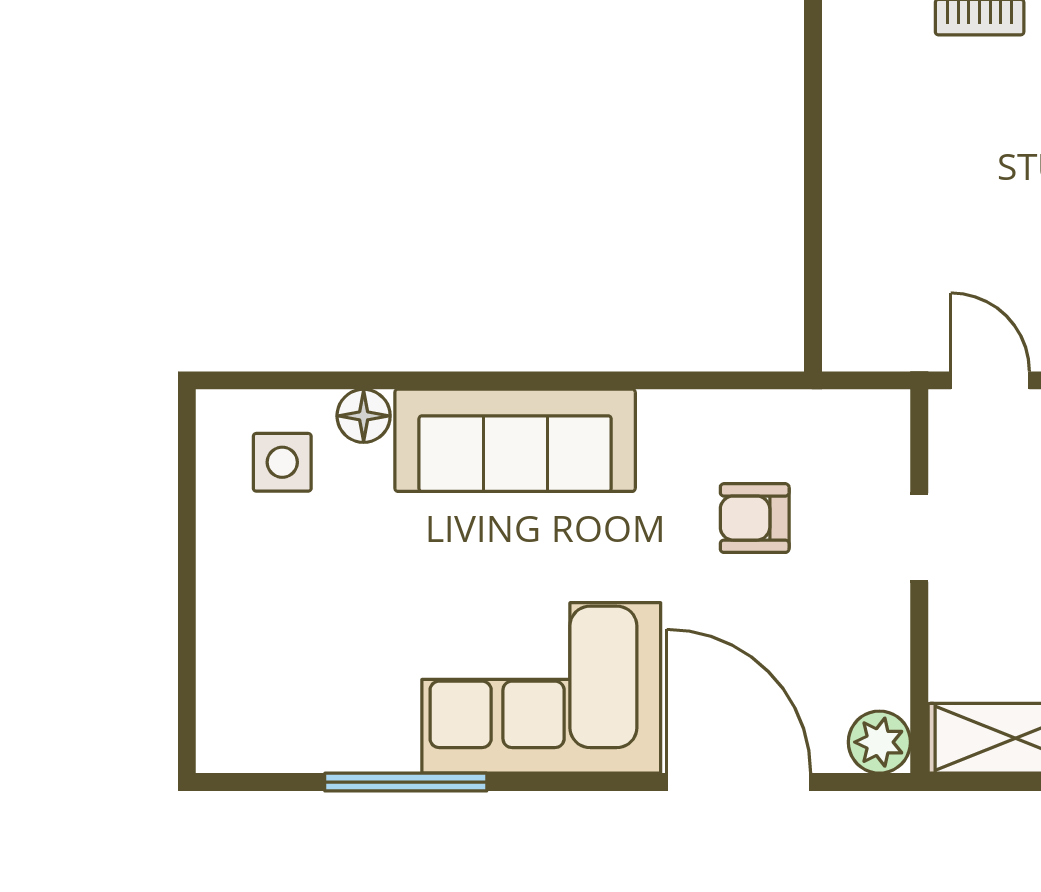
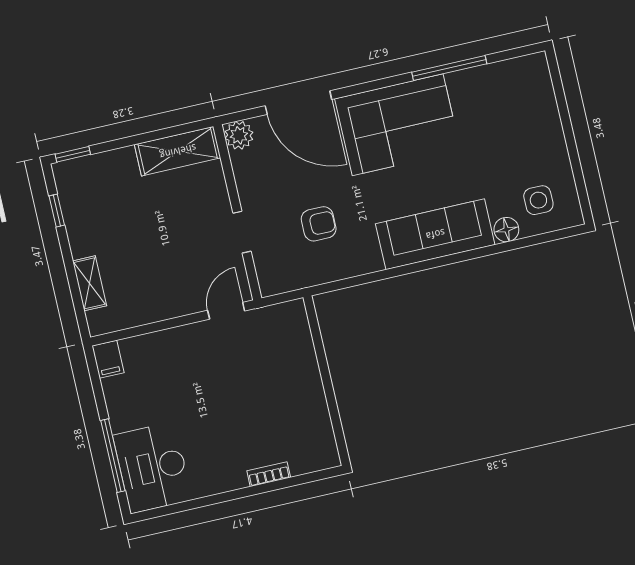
door: (990, 380) -> (226, 311), swing flipped

